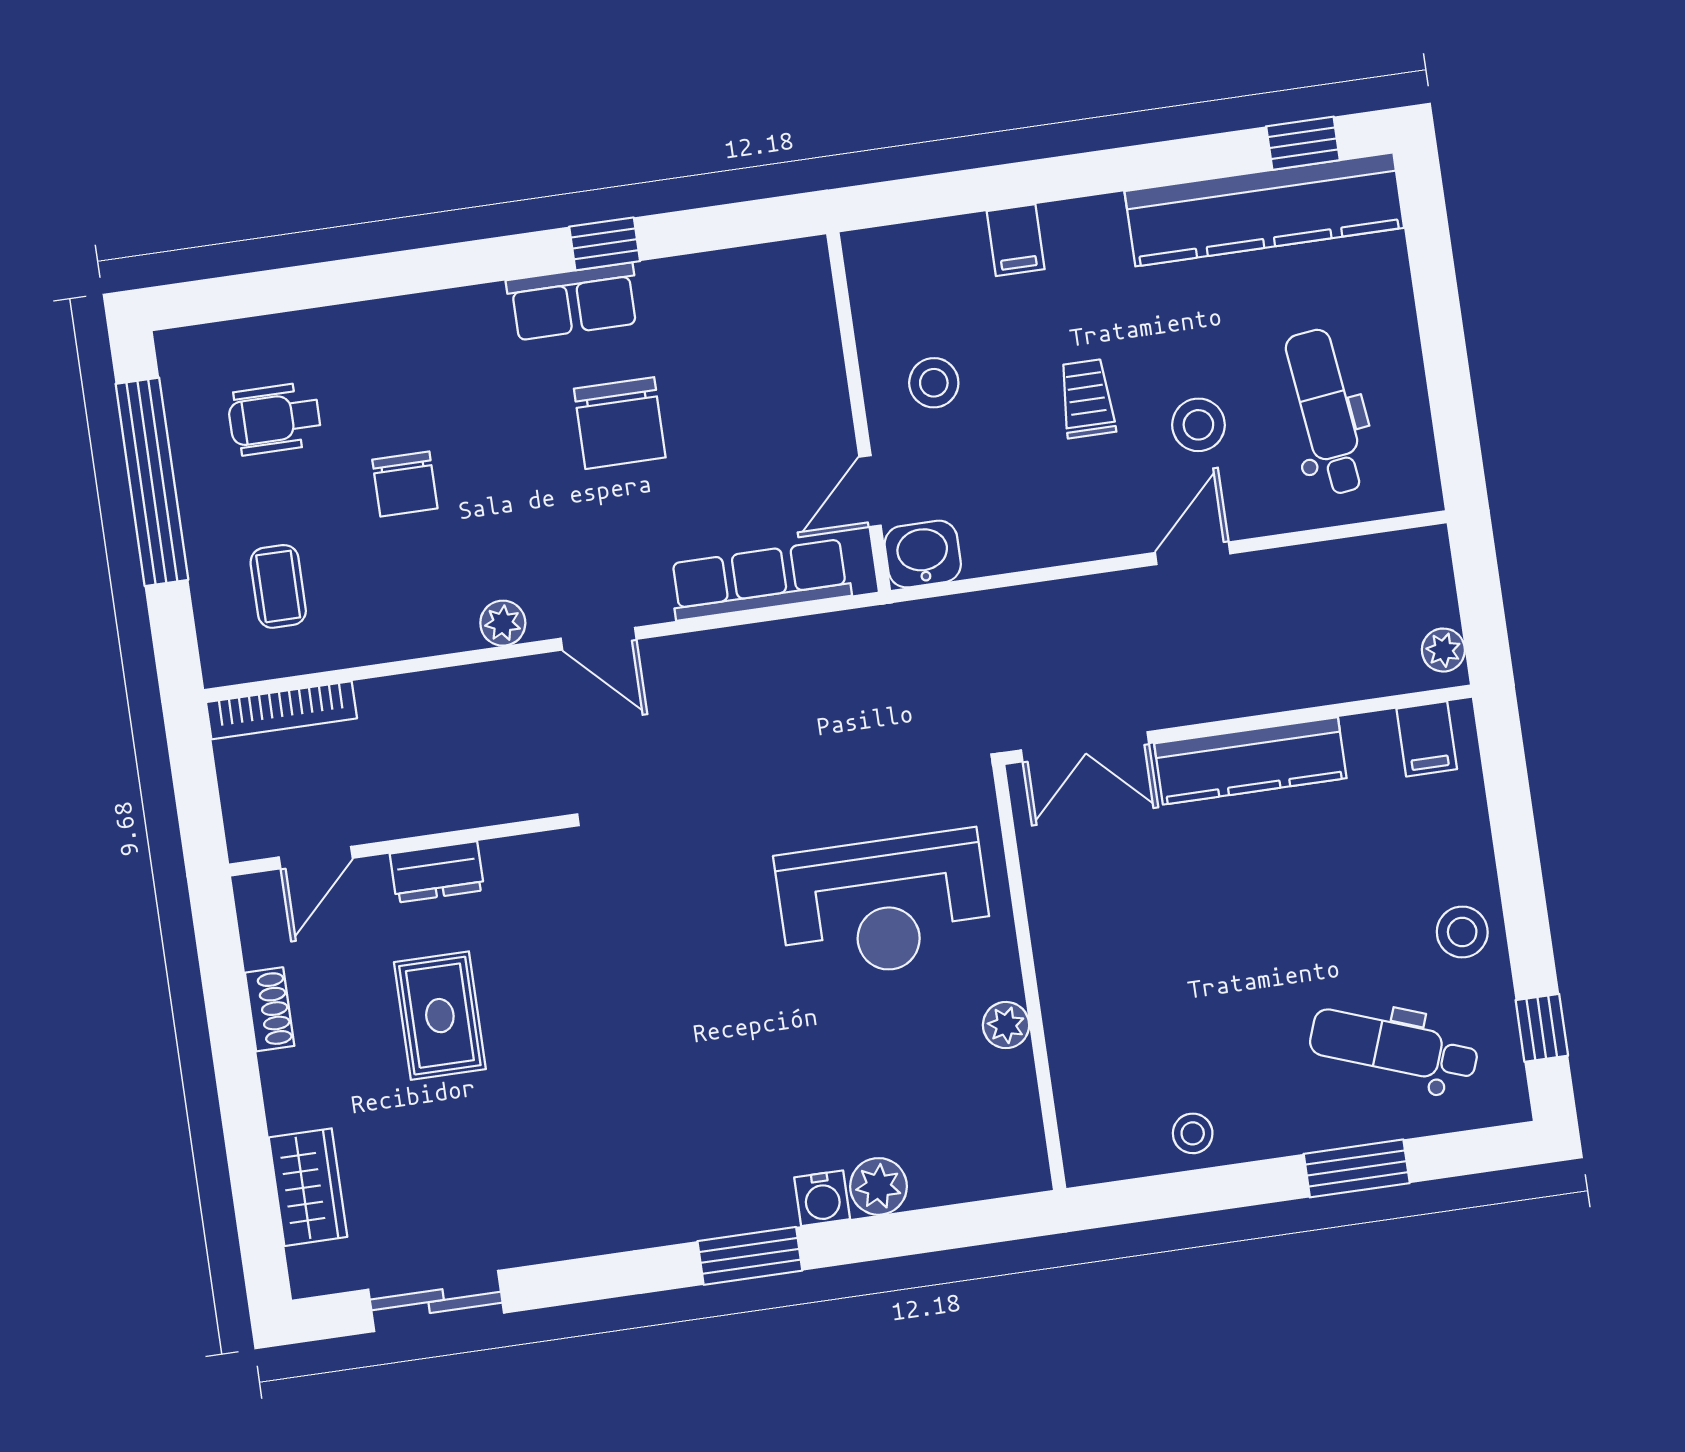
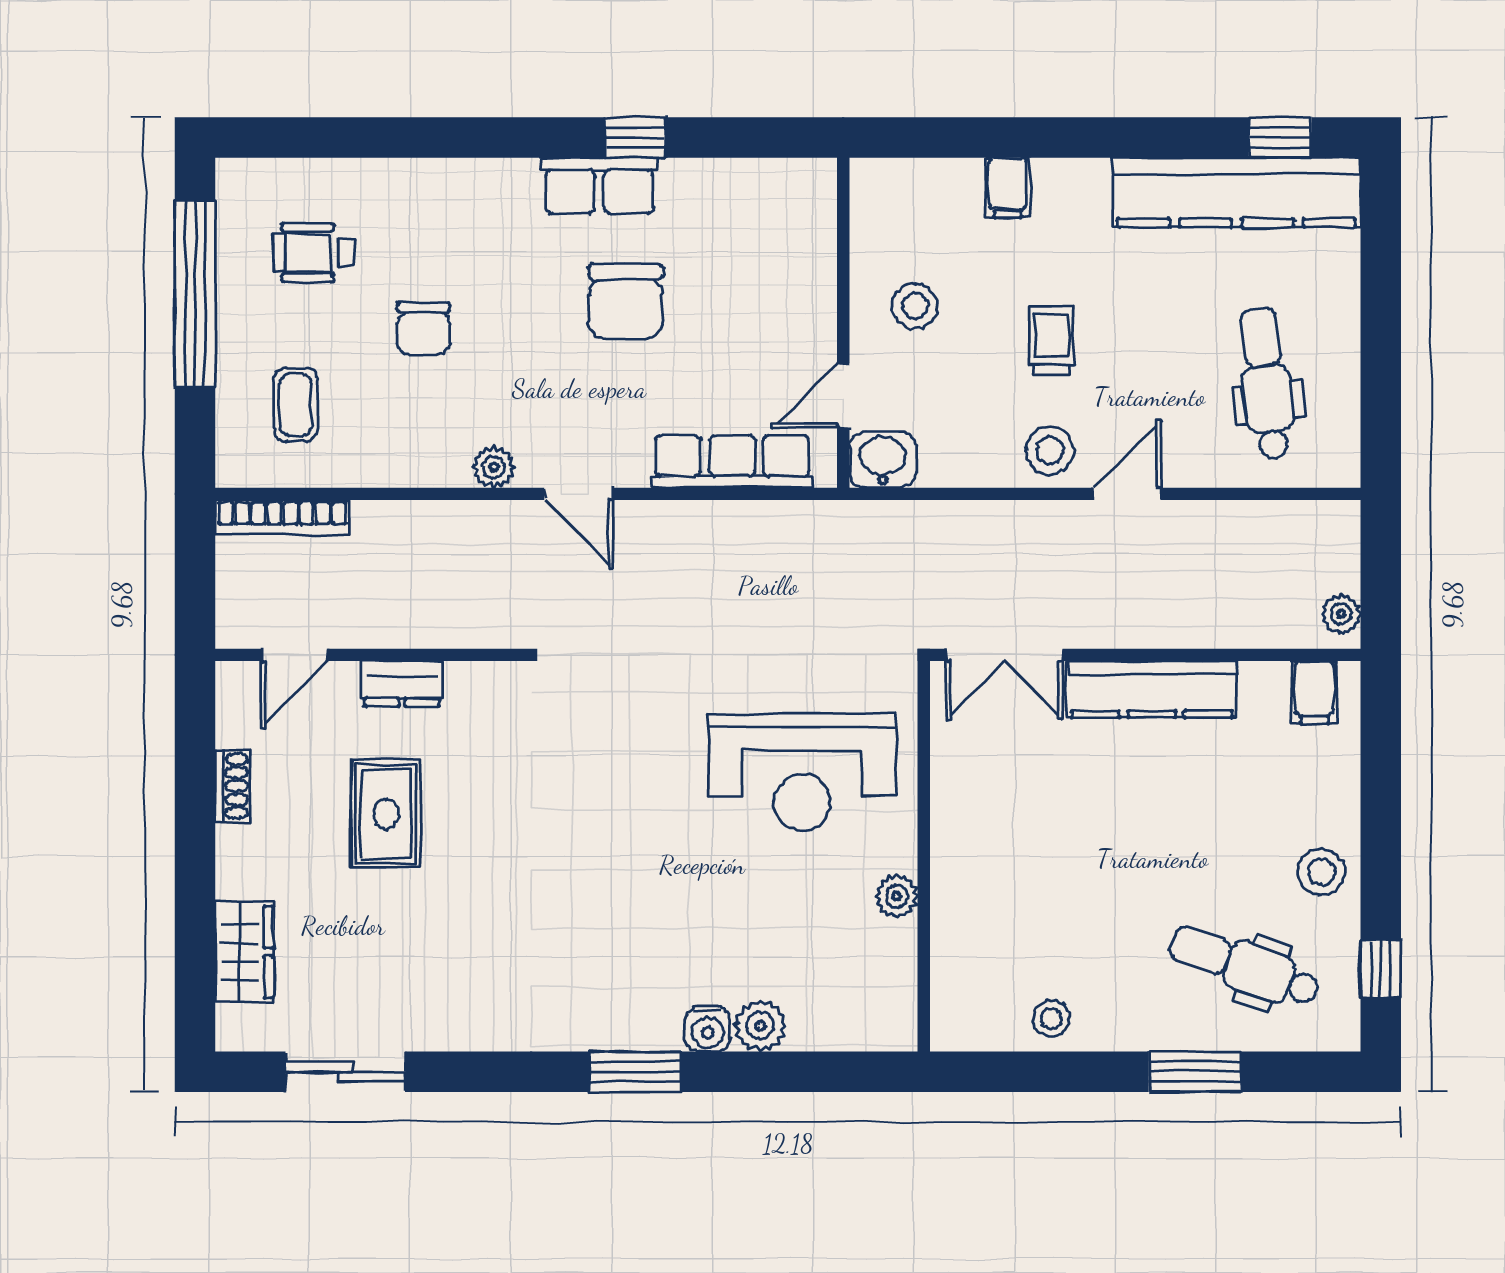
stool: (1198, 425) -> (1050, 451), moved

